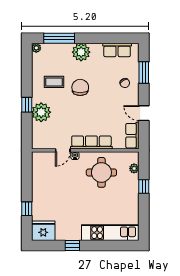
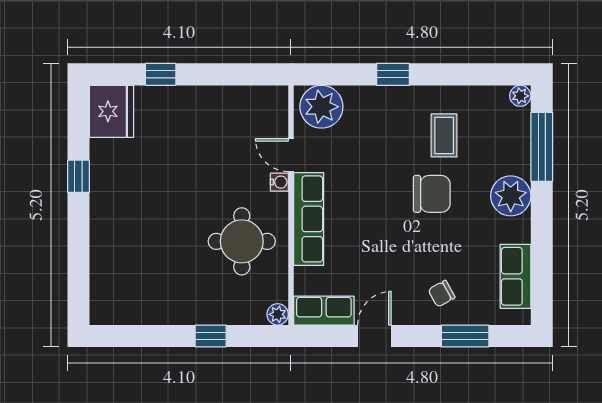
plant: (41, 112) -> (321, 107), moved
plant: (134, 168) -> (278, 314), moved
kitchen unit: (110, 233) -> (107, 261), removed

